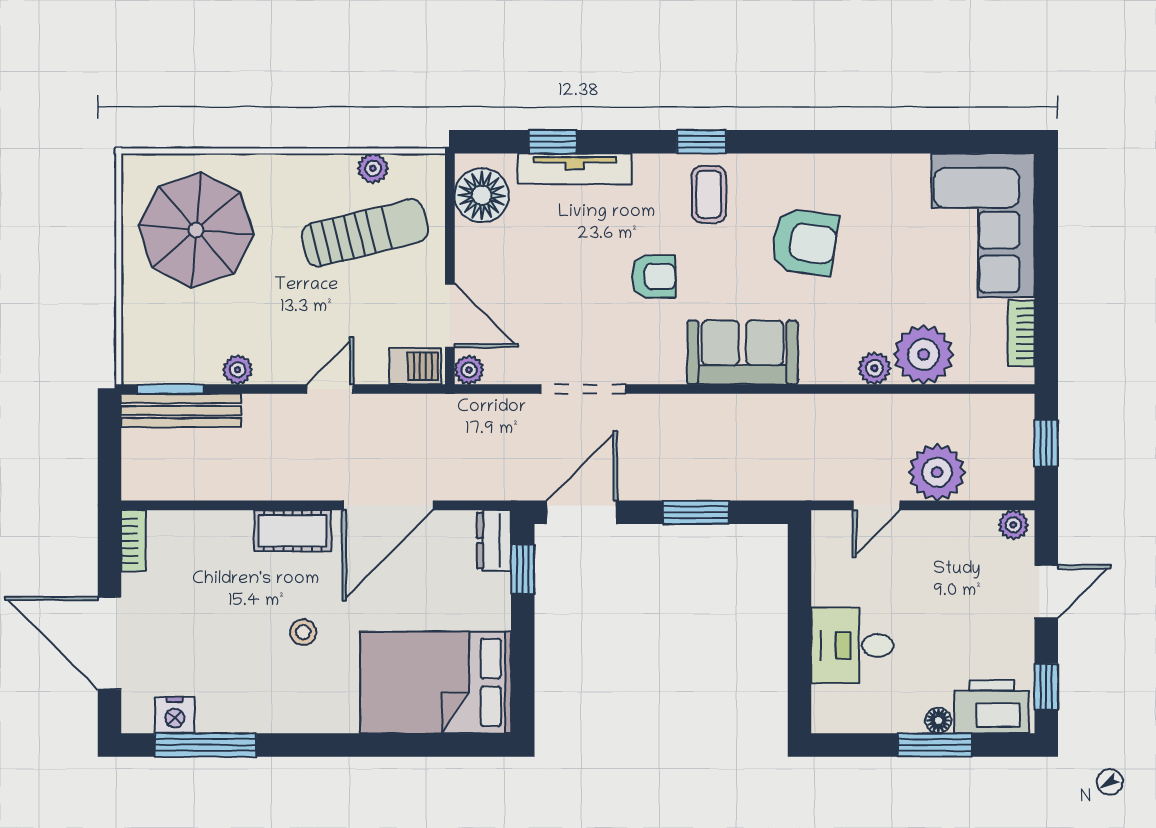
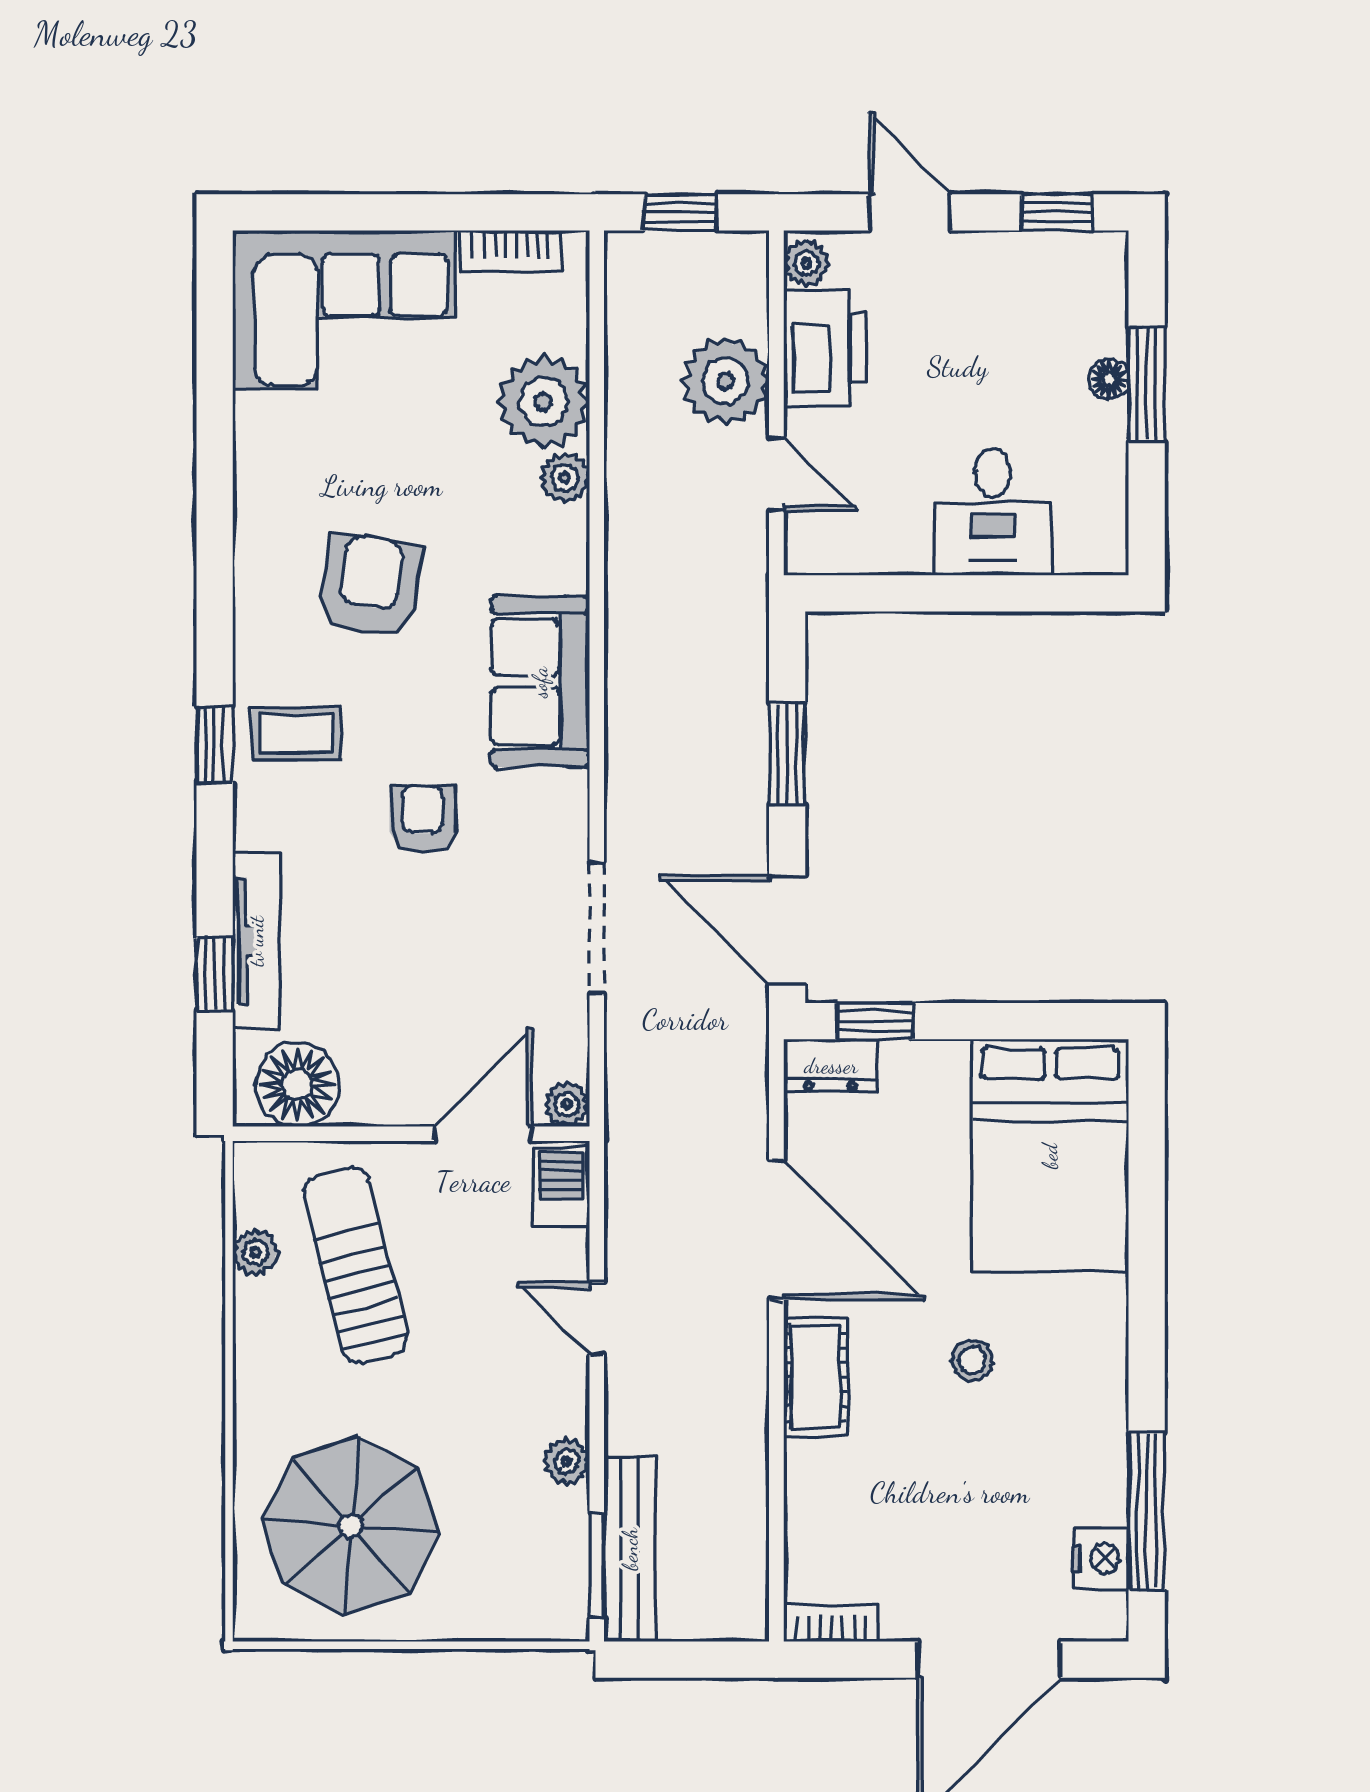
printer: (992, 707) -> (825, 348), moved, turned 180

